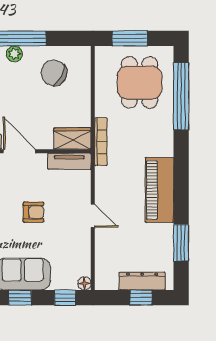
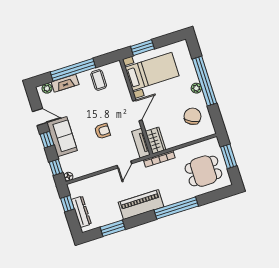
window: (181, 96) -> (176, 208), moved
armchair: (33, 212) -> (102, 131), turned -90
door: (93, 216) -> (124, 165), moved
window: (141, 298) -> (67, 204), moved

